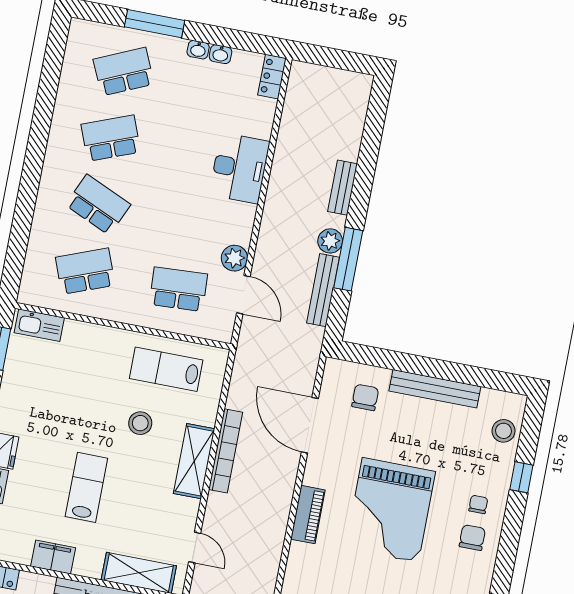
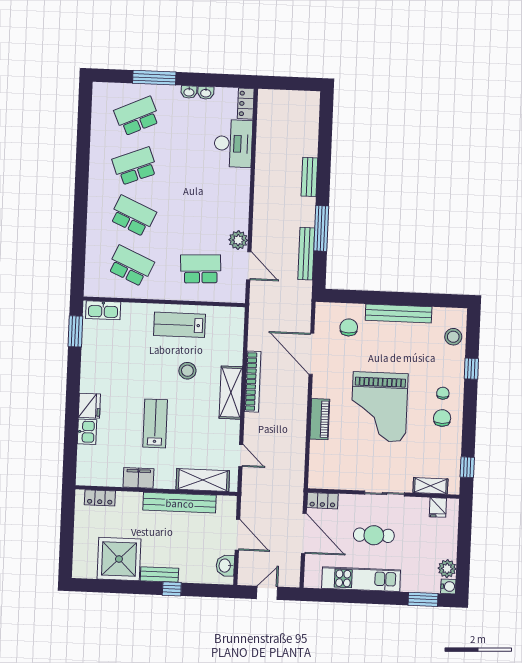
desk: (239, 168) -> (233, 143), moved
plant: (330, 241) -> (306, 217), removed
school desk: (85, 271) -> (131, 266), turned 45
lab bench: (166, 369) -> (180, 325), moved

